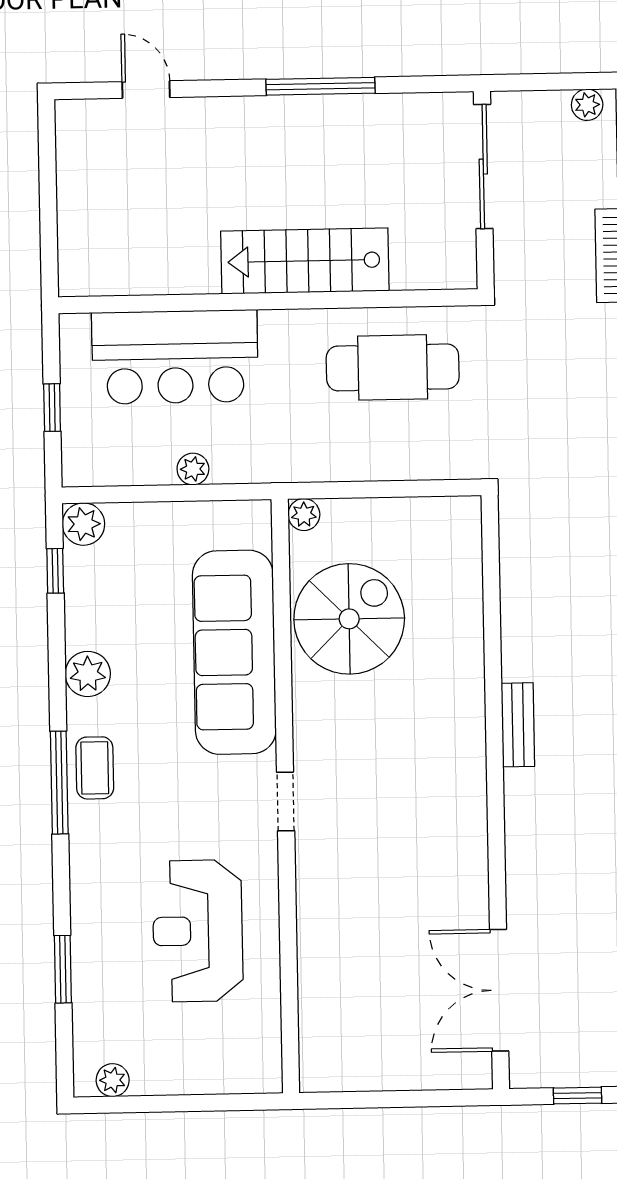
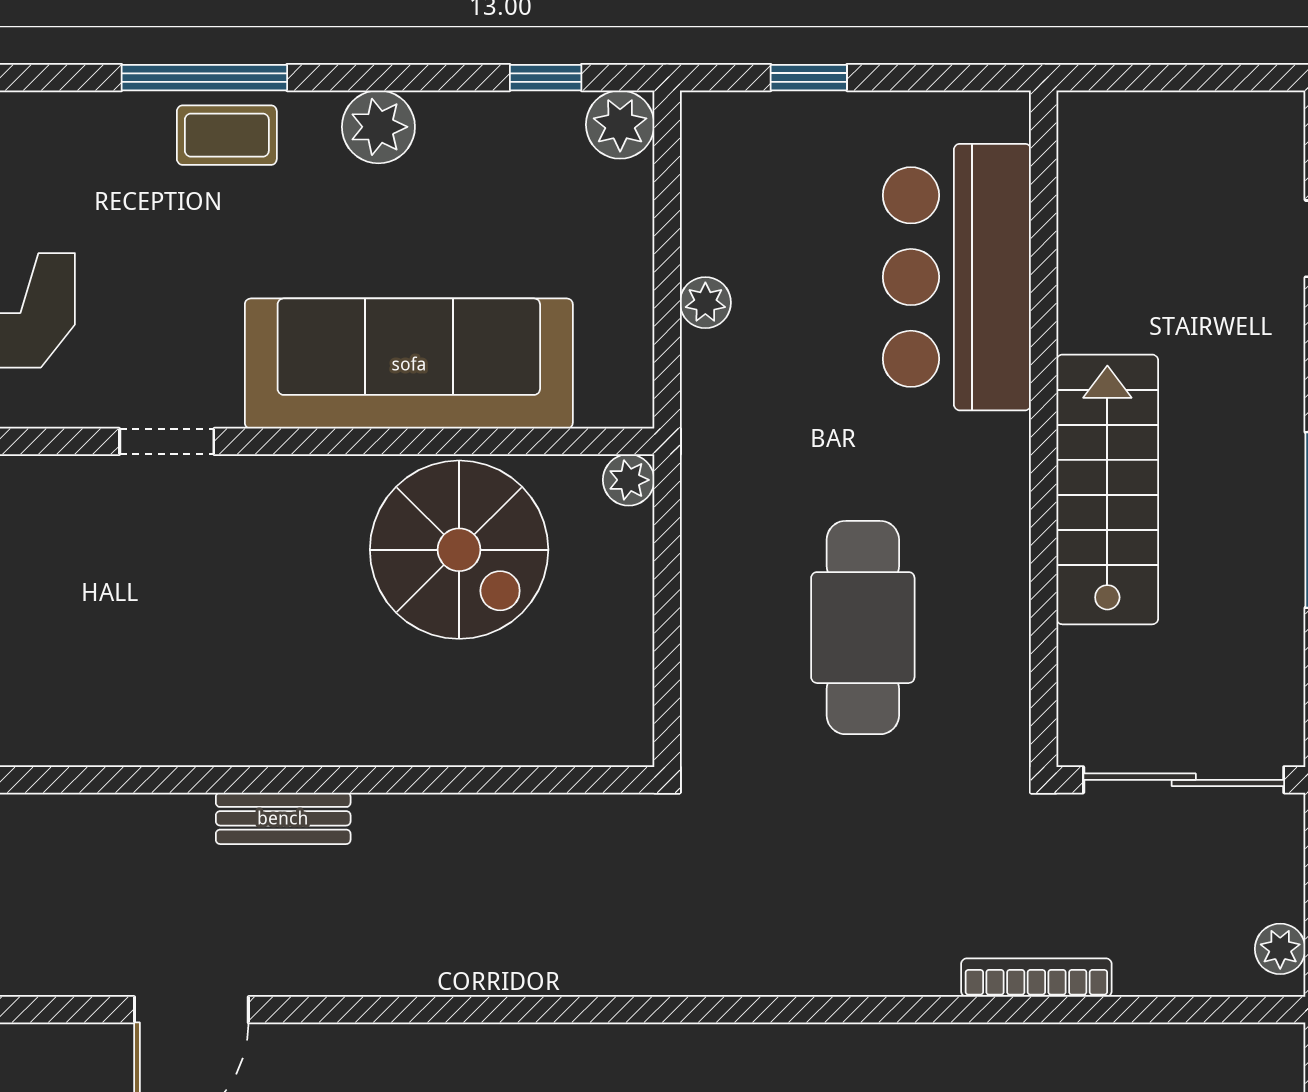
stairs: (305, 261) -> (1107, 489), moved
wall: (268, 301) -> (1044, 429), moved
bar counter: (175, 357) -> (957, 277), moved

